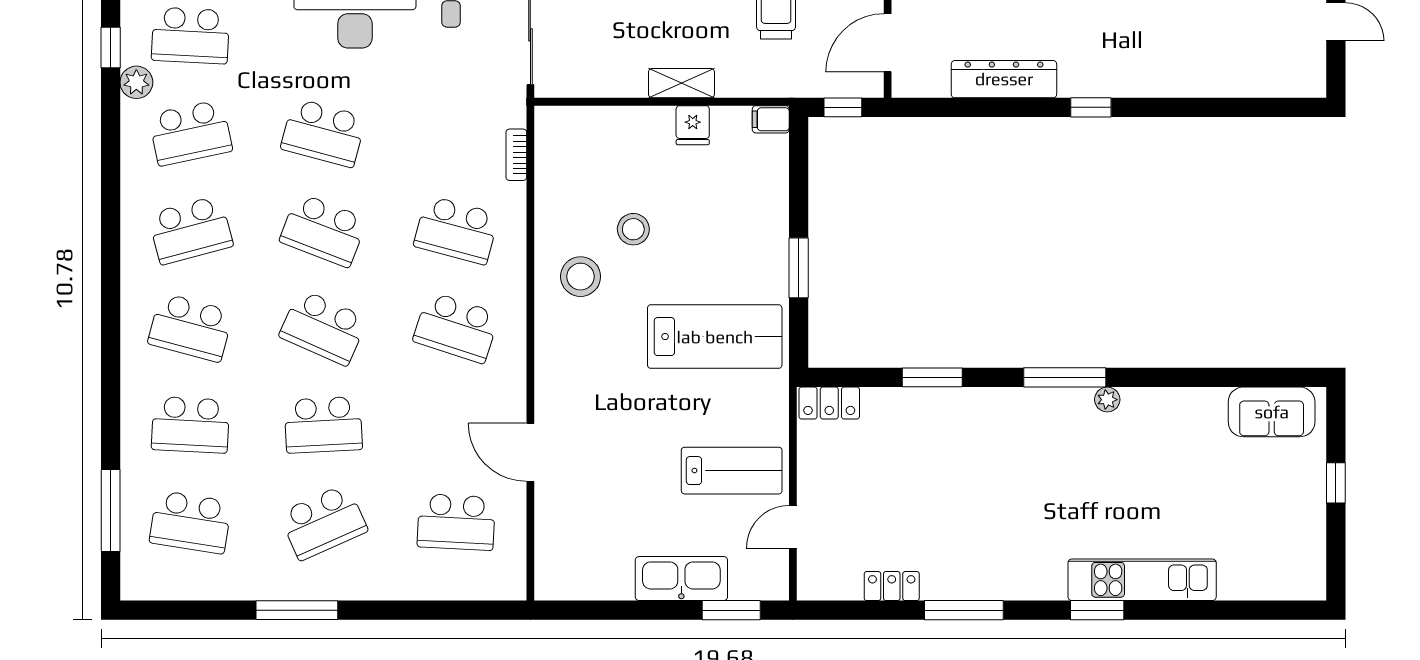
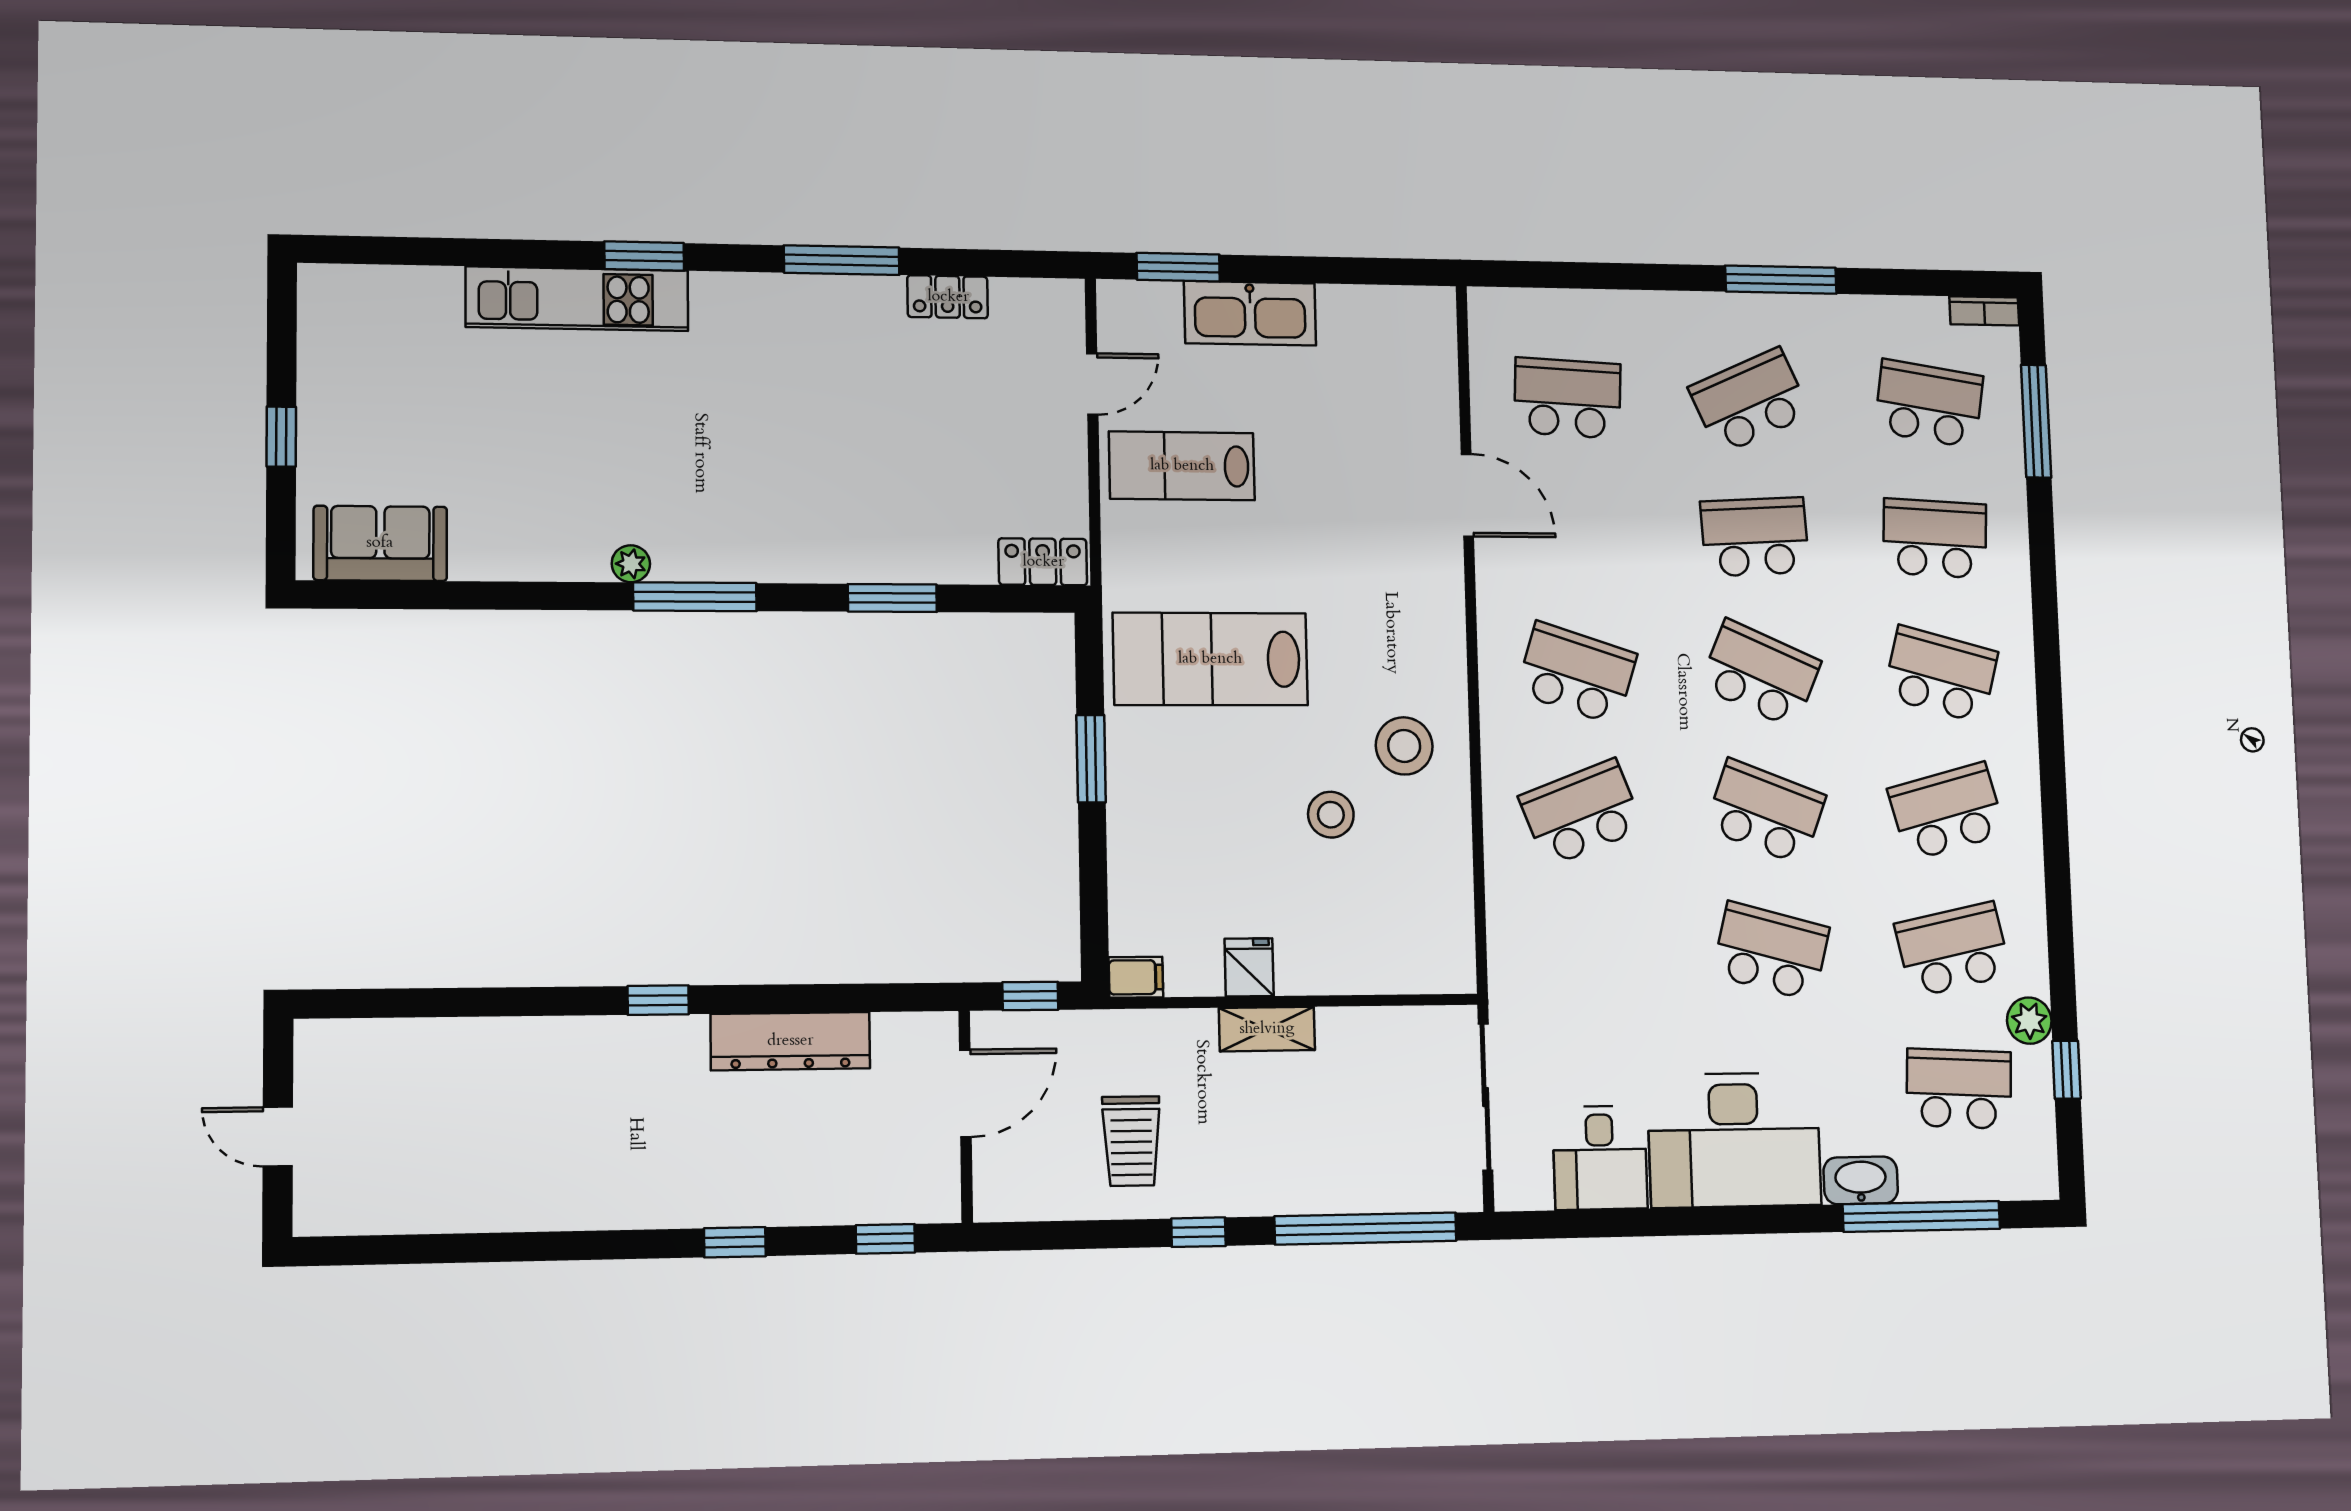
bookcase: (516, 155) -> (1984, 311), moved, turned 90
school desk: (456, 230) -> (1581, 813), turned -36

